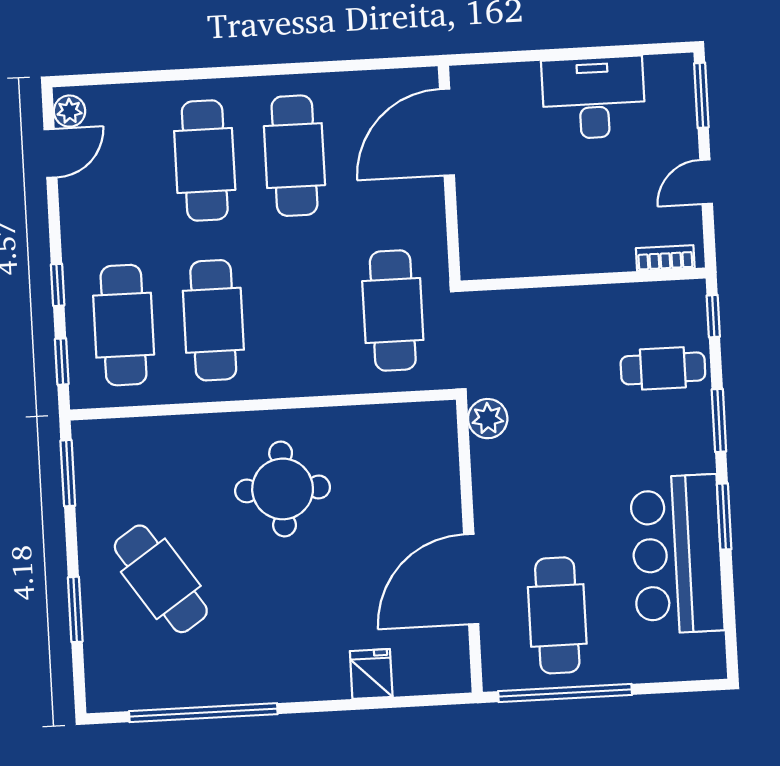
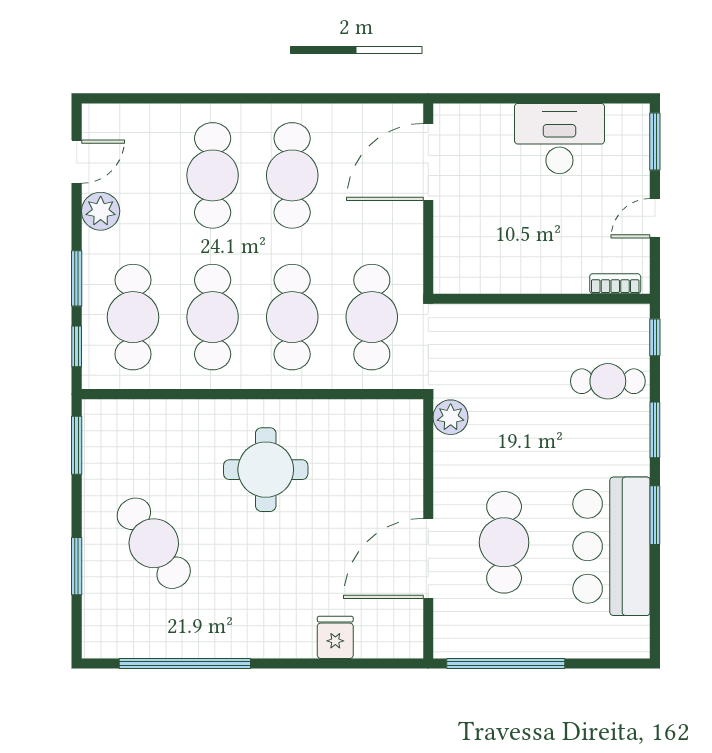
plant: (69, 111) -> (101, 211), moved, width x1.38, depth x1.38
window: (58, 285) -> (77, 278), width x1.50
cafe table: (303, 315) -> (292, 317), added
cafe table: (557, 615) -> (504, 542), moved

